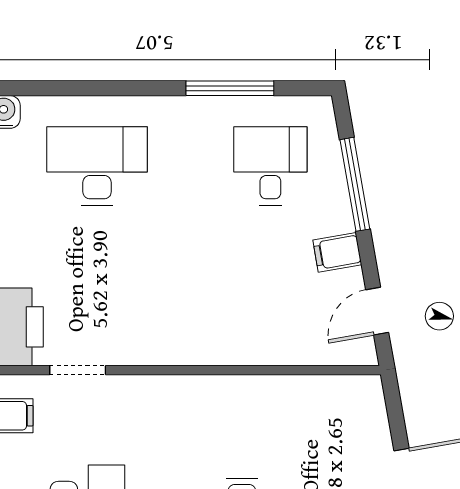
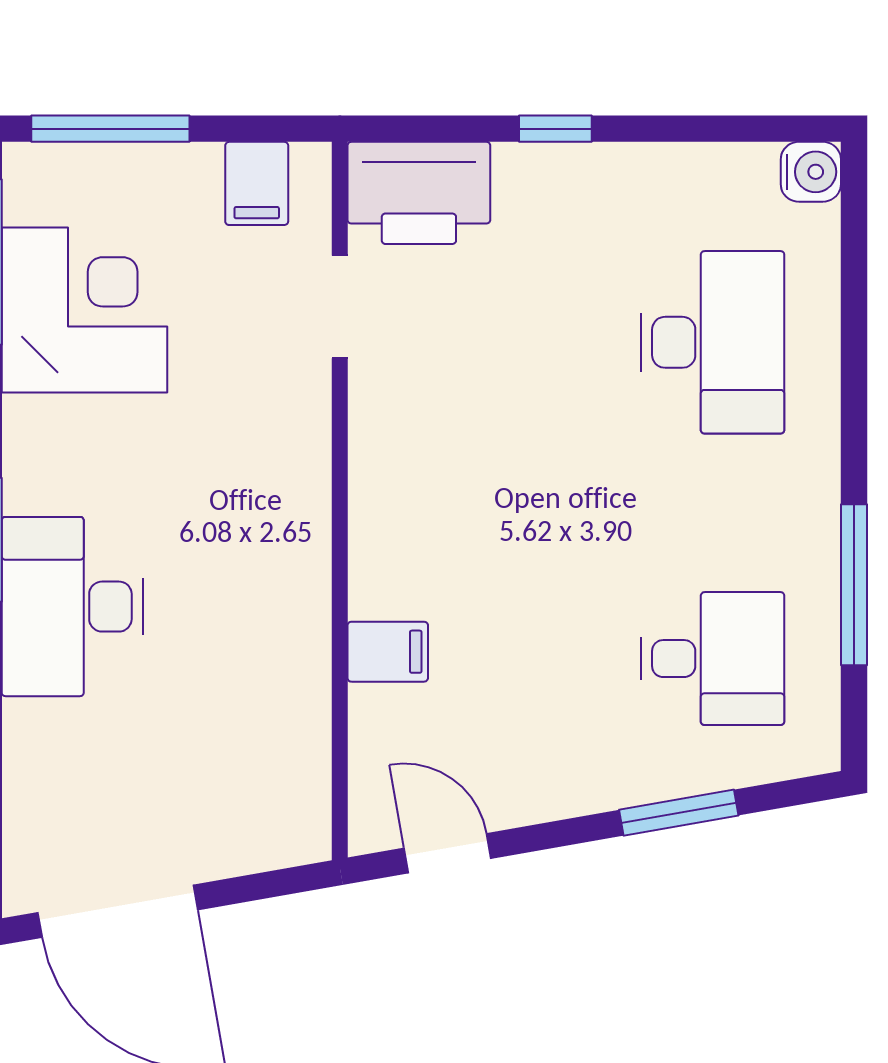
window: (355, 184) -> (679, 813), width x0.69
filing cabinet: (337, 252) -> (388, 652), moved, turned 100

